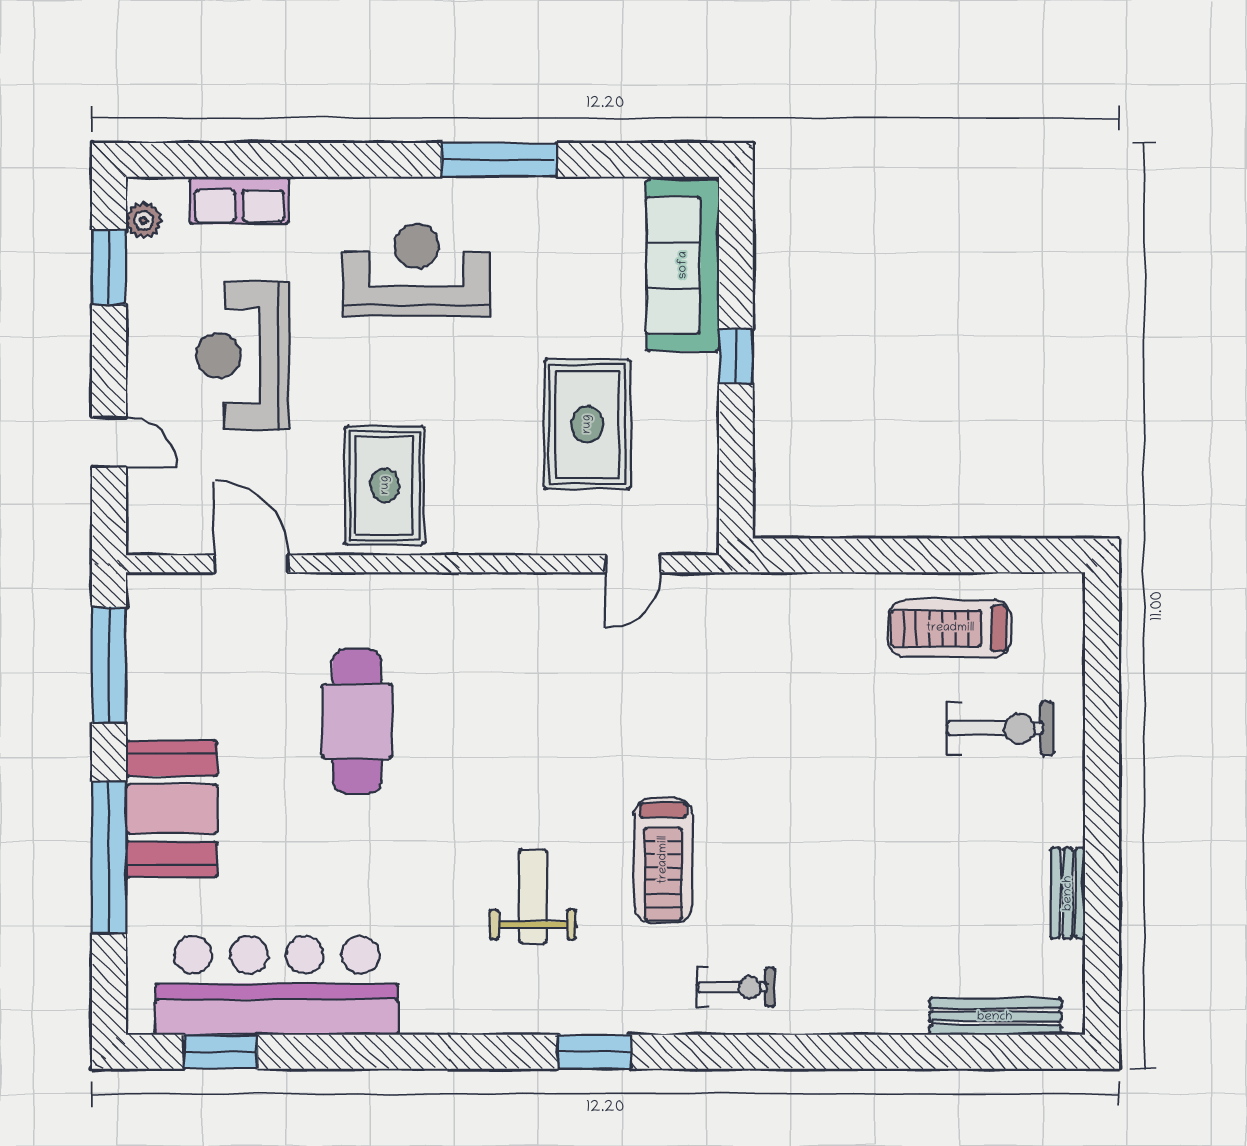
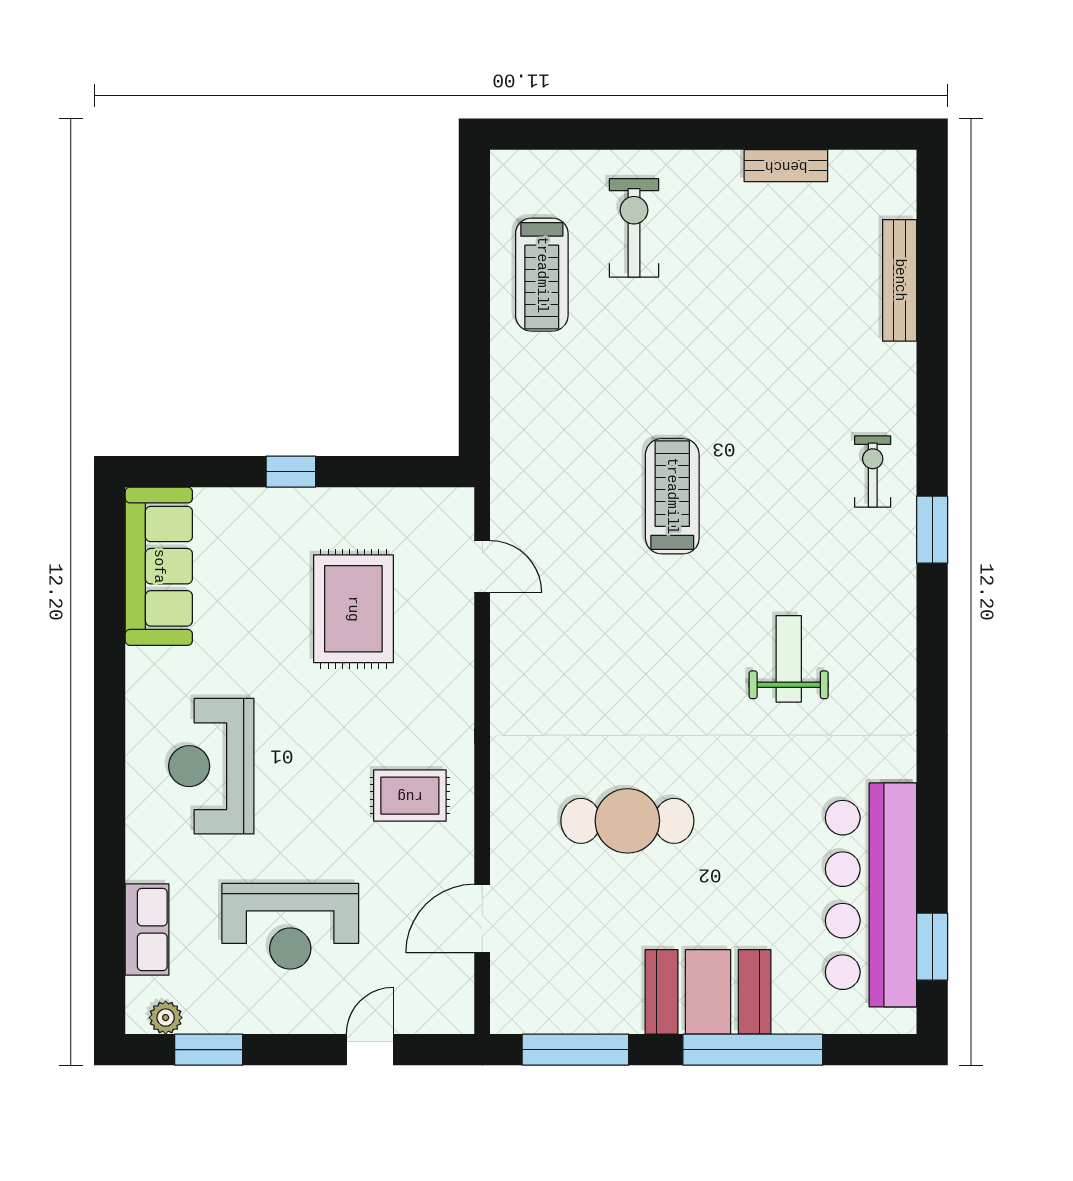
window: (499, 160) -> (110, 690), removed
sofa: (683, 265) -> (159, 566), moved, turned -90
rug: (587, 424) -> (353, 609), turned 90
rug: (385, 485) -> (410, 796), width x0.73, depth x0.70
treadmill: (663, 860) -> (672, 496), moved, turned -90
weight bench: (533, 896) -> (789, 659), turned 90
bench: (995, 1017) -> (900, 280), moved
window: (594, 1052) -> (932, 530), moved

